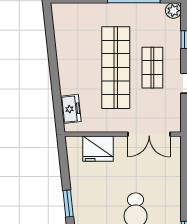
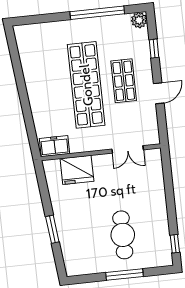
freezer: (71, 109) -> (54, 146), moved, turned -84
double door: (149, 134) -> (128, 149), width x0.73

